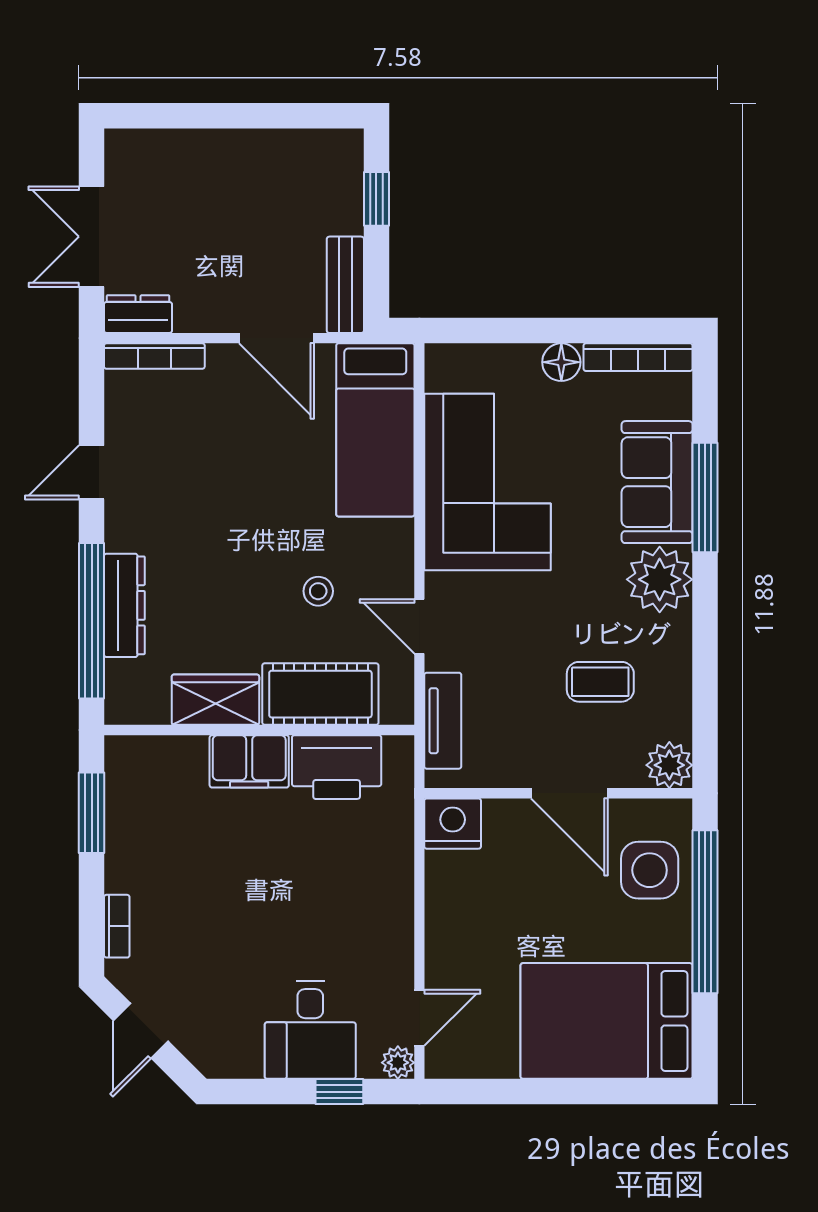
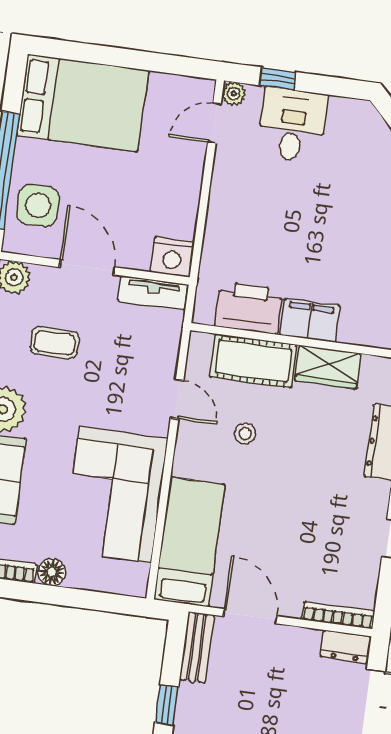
tv unit: (443, 721) -> (153, 293), moved, turned -90

